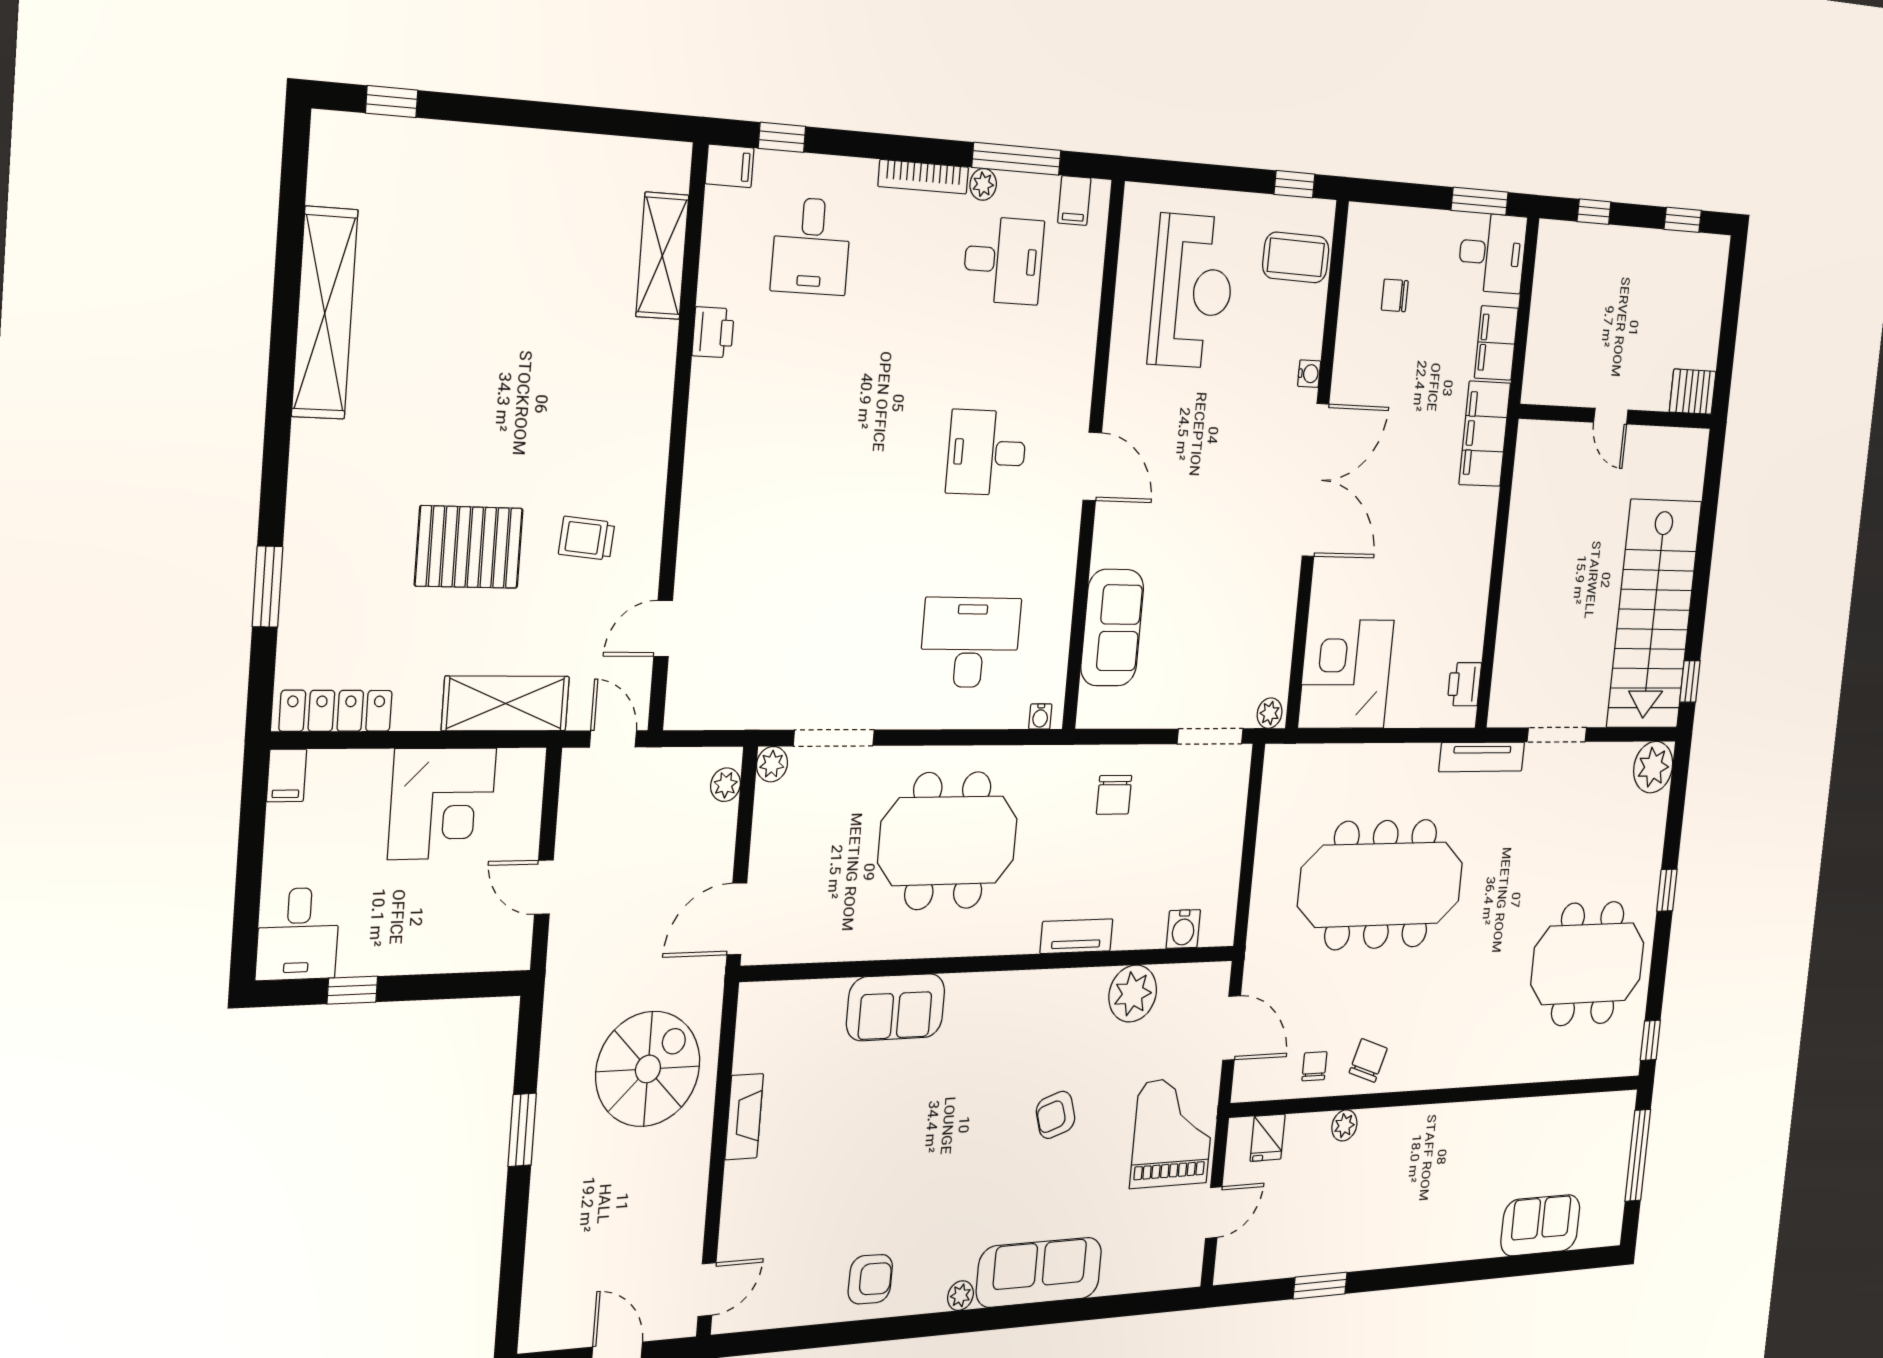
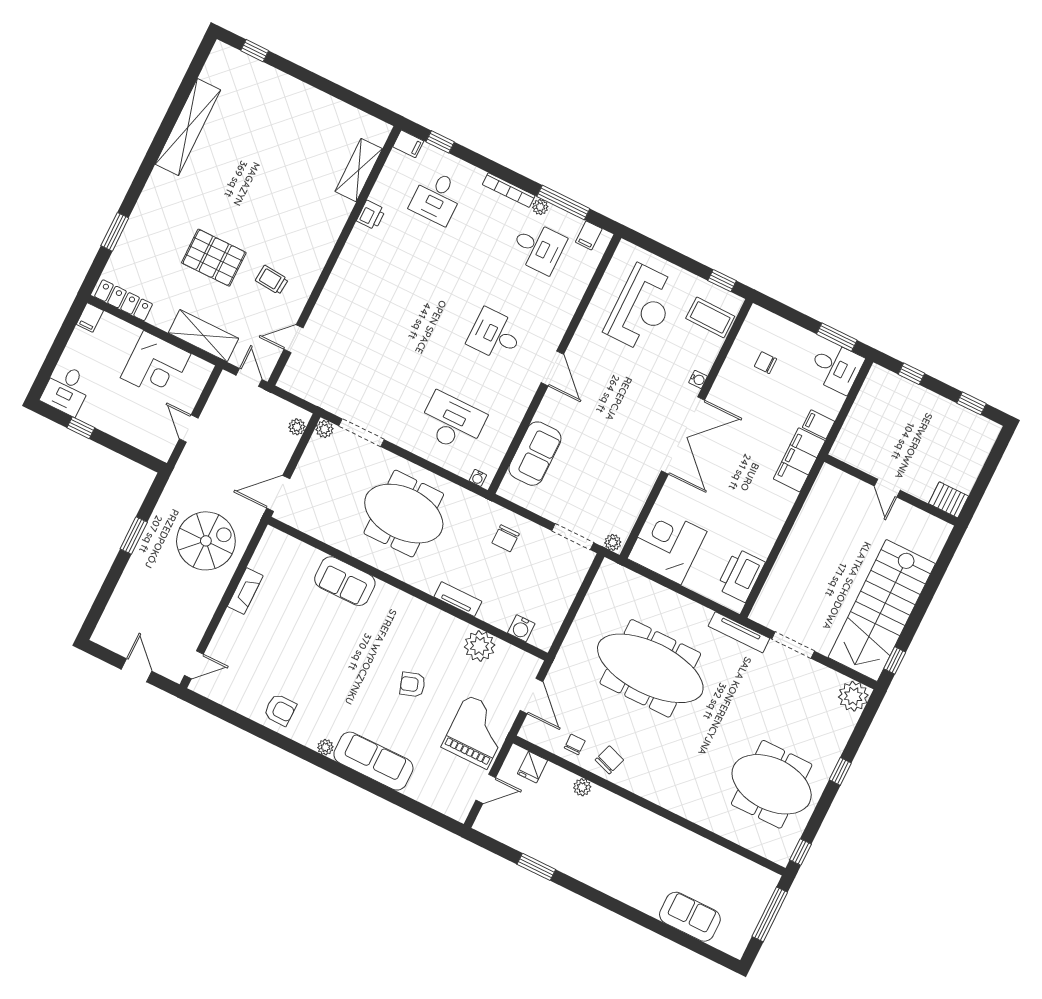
filing cabinet: (1496, 343) -> (819, 424), width x0.50
printer: (1464, 684) -> (741, 575), width x1.87, depth x1.48

